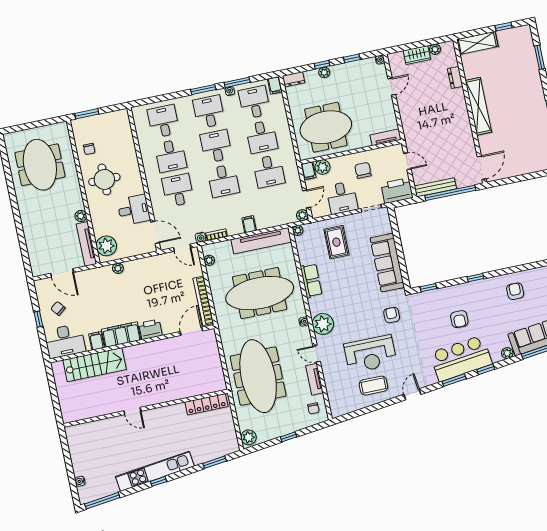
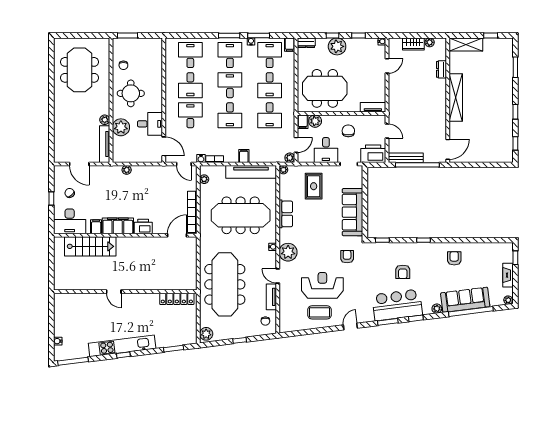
plant: (324, 72) -> (337, 46), width x1.87, depth x1.87
plant: (106, 246) -> (121, 127), moved
reception desk: (370, 354) -> (322, 285), turned 180

